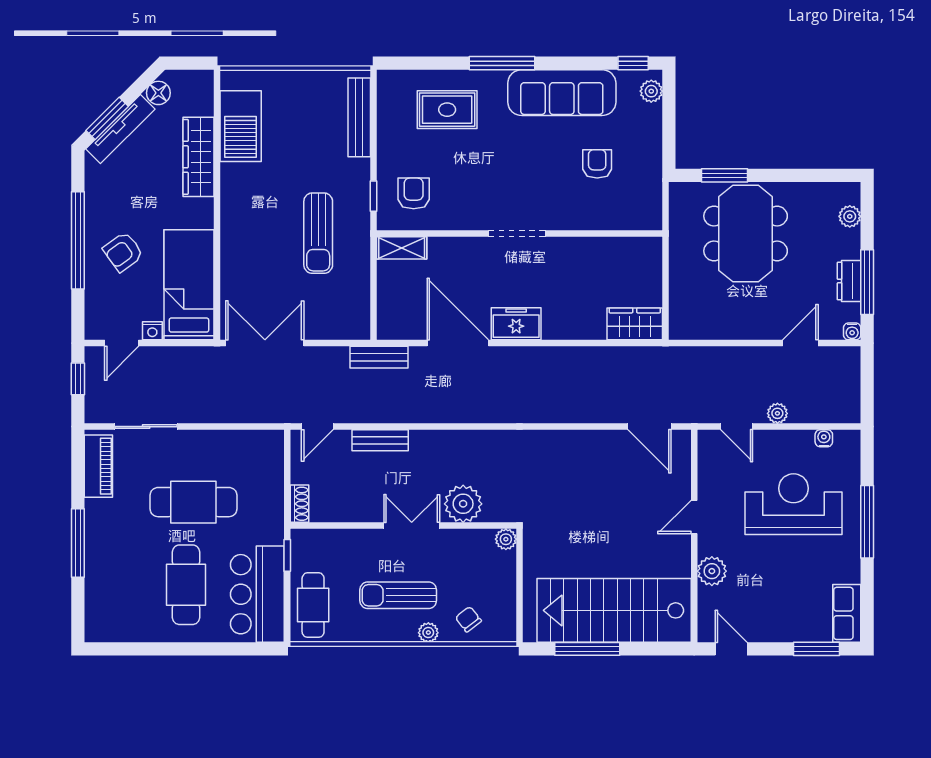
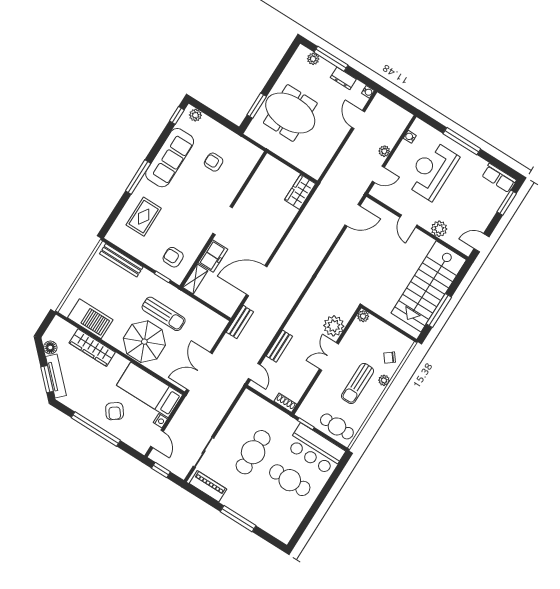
parasol: (258, 231) -> (144, 342), added
window: (867, 282) -> (331, 59), moved
freezer: (516, 324) -> (213, 256), moved, turned 180

